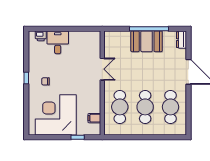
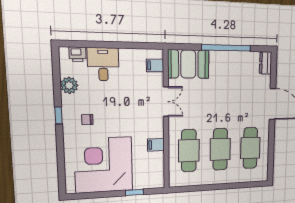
booth: (147, 41) -> (188, 64), moved
filing cabinet: (94, 43) -> (155, 65), added
plant: (34, 57) -> (69, 85), added
filing cabinet: (94, 118) -> (156, 145), moved

